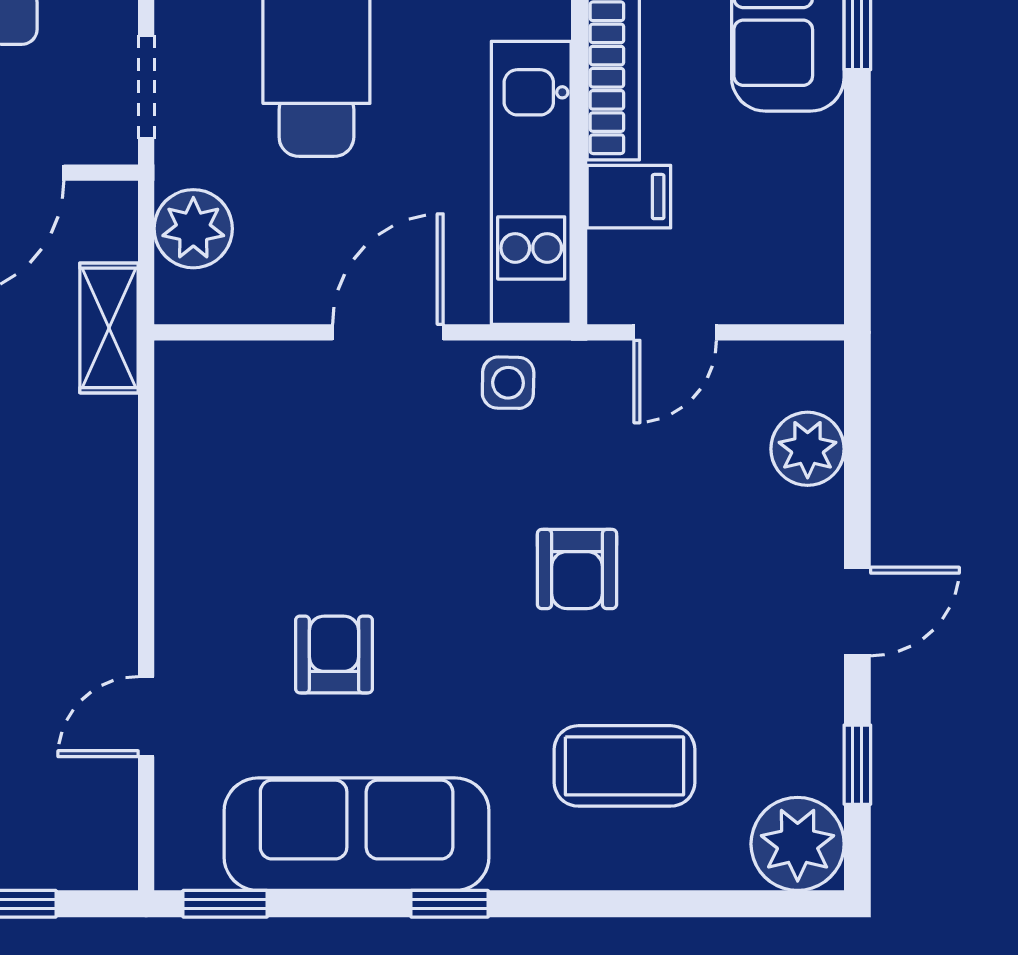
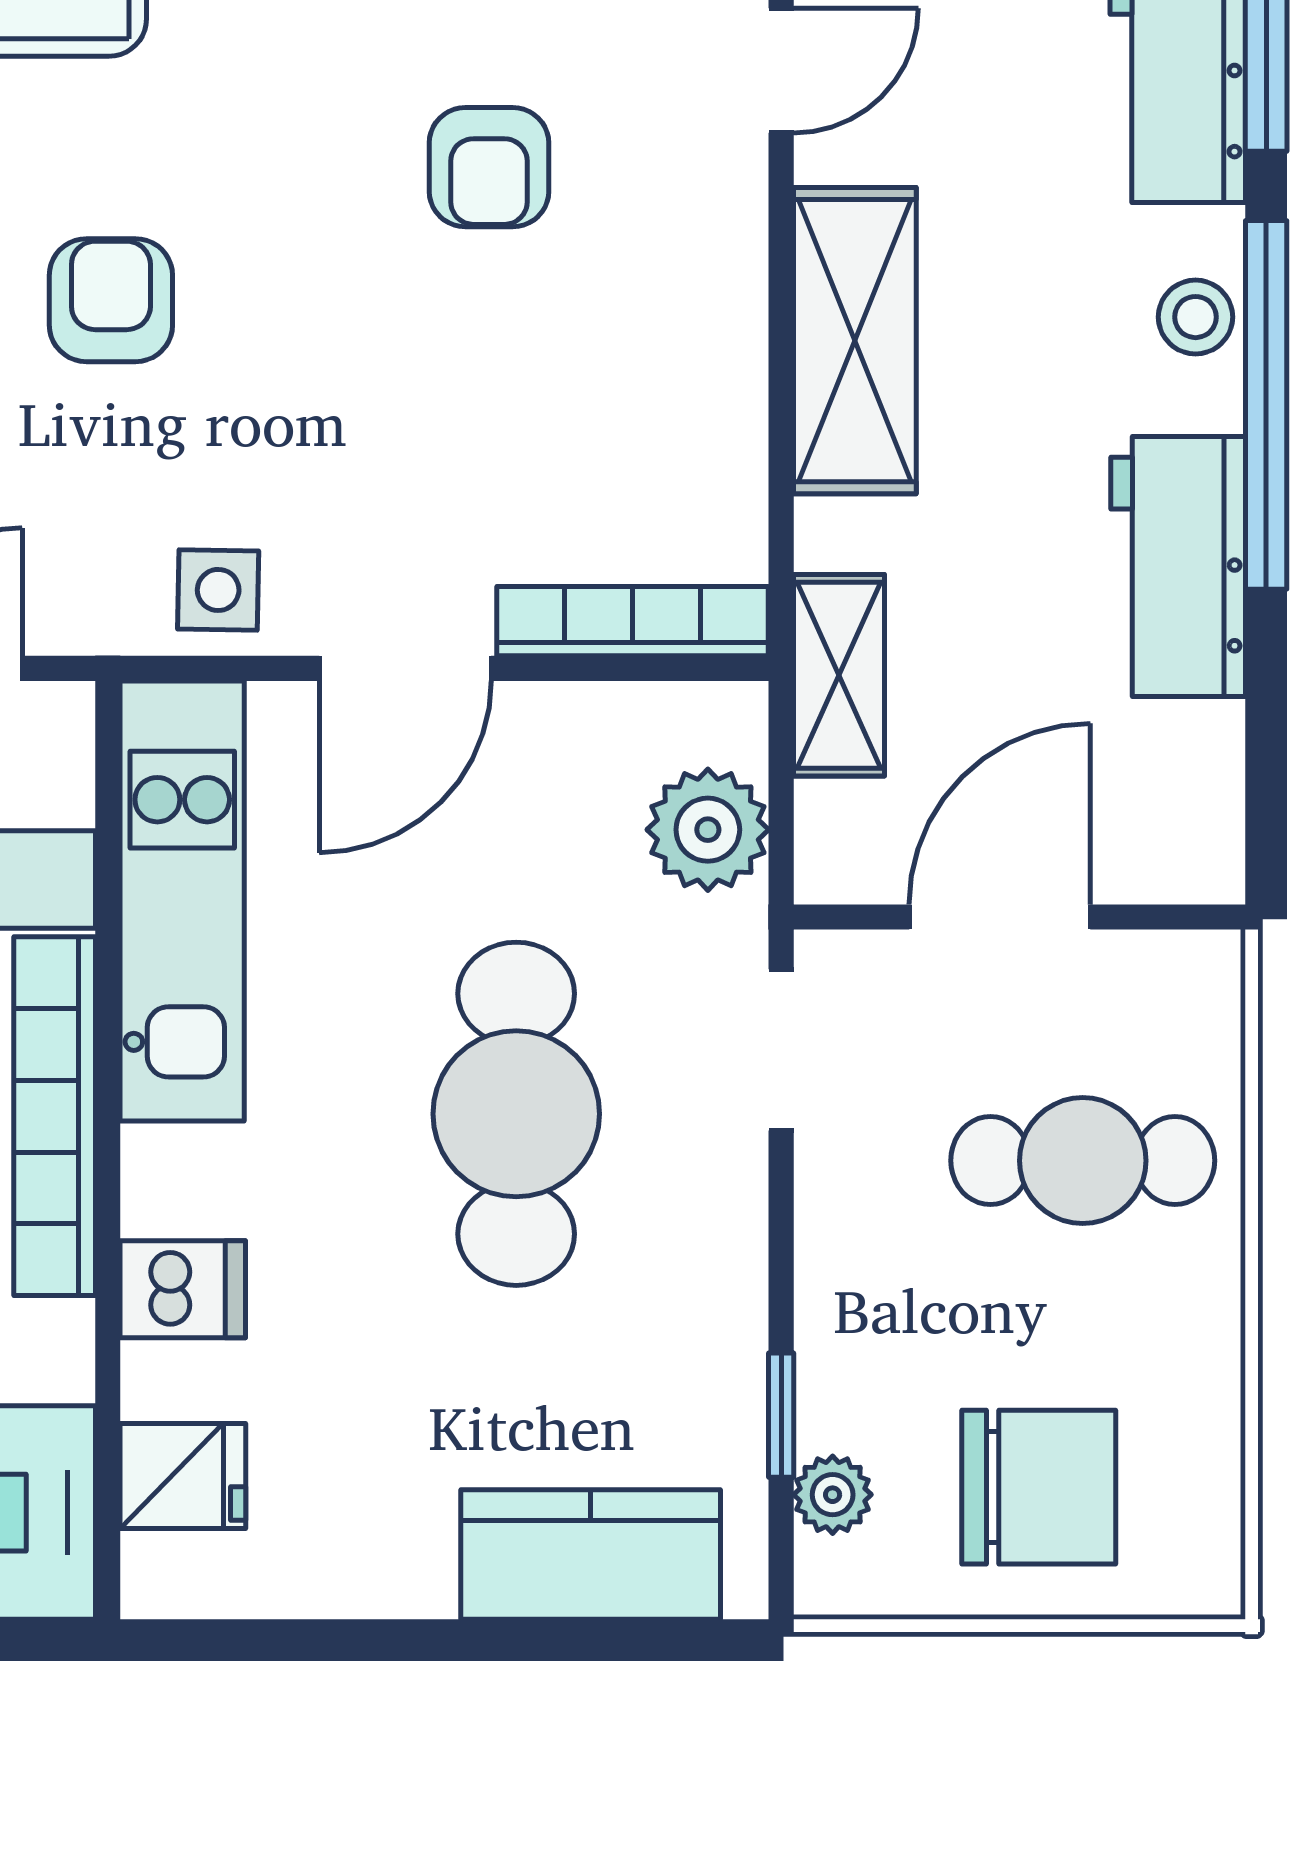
bookcase: (242, 363) -> (633, 621), added
shelving: (99, 543) -> (855, 341), added

